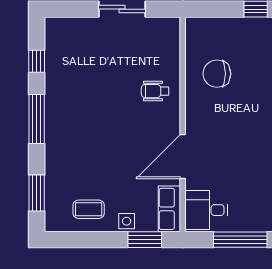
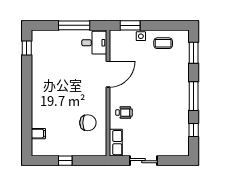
row of seats: (169, 209) -> (116, 143), moved

